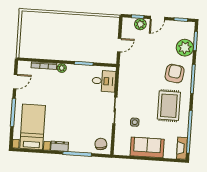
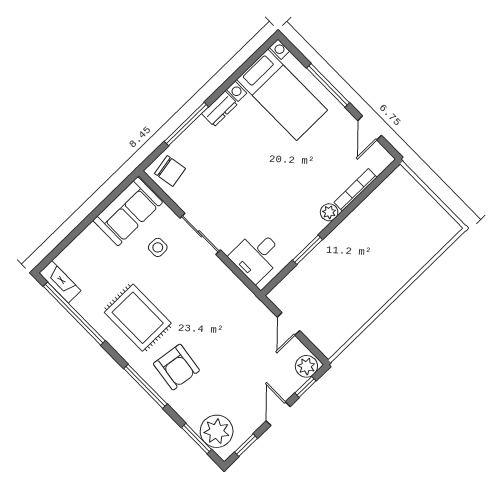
plant: (140, 24) -> (306, 366), moved
plant: (185, 48) -> (217, 431), moved
sofa: (147, 147) -> (128, 211), moved

